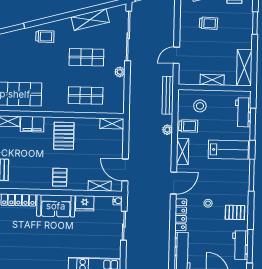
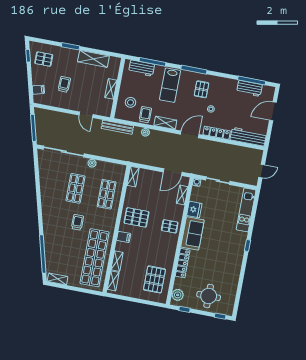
shelving: (90, 20) -> (45, 180), removed
trolley: (45, 36) -> (77, 222), moved
shelving: (244, 68) -> (93, 59), moved
filing cabinet: (32, 124) -> (124, 237), width x0.50
lab bench: (228, 150) -> (170, 85), turned 180
door: (174, 183) -> (190, 134), hinge flipped
pallet: (235, 212) -> (201, 89), moved

